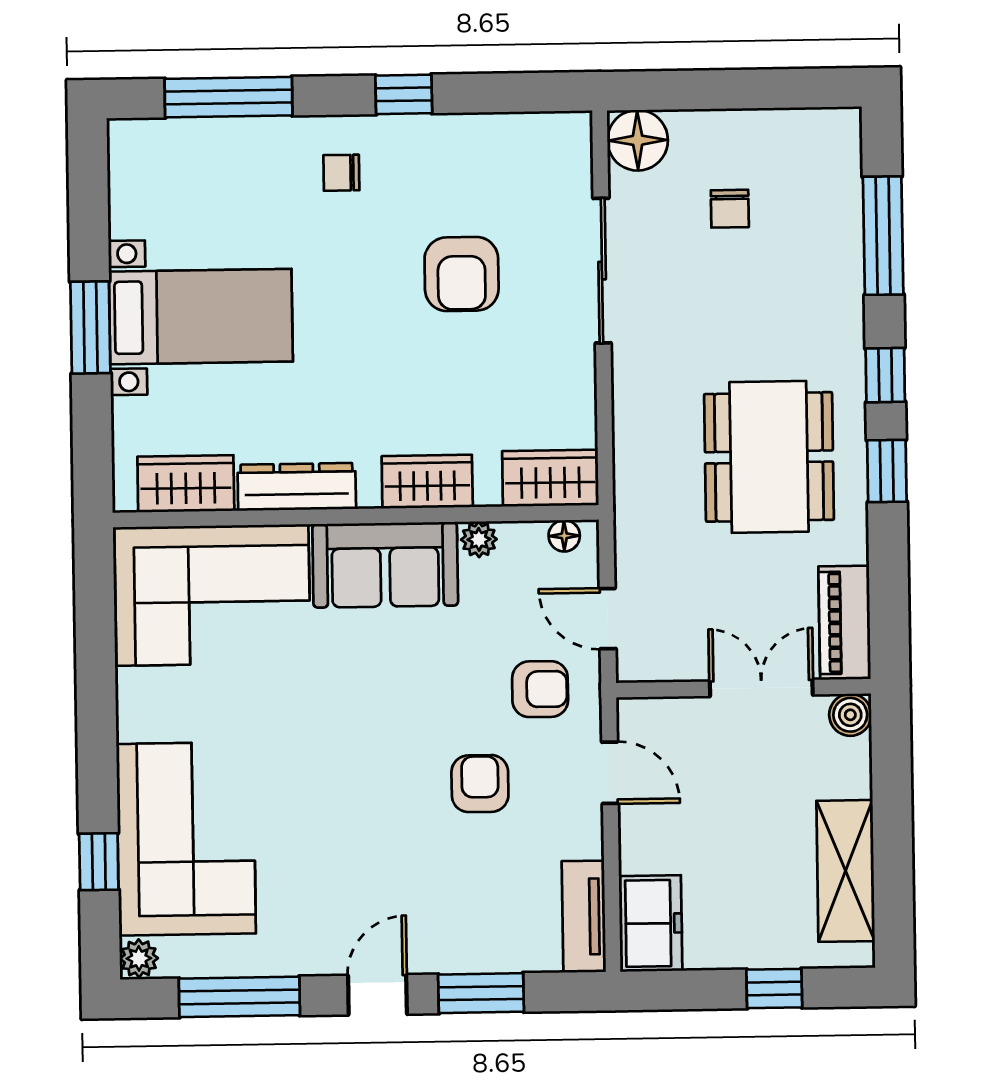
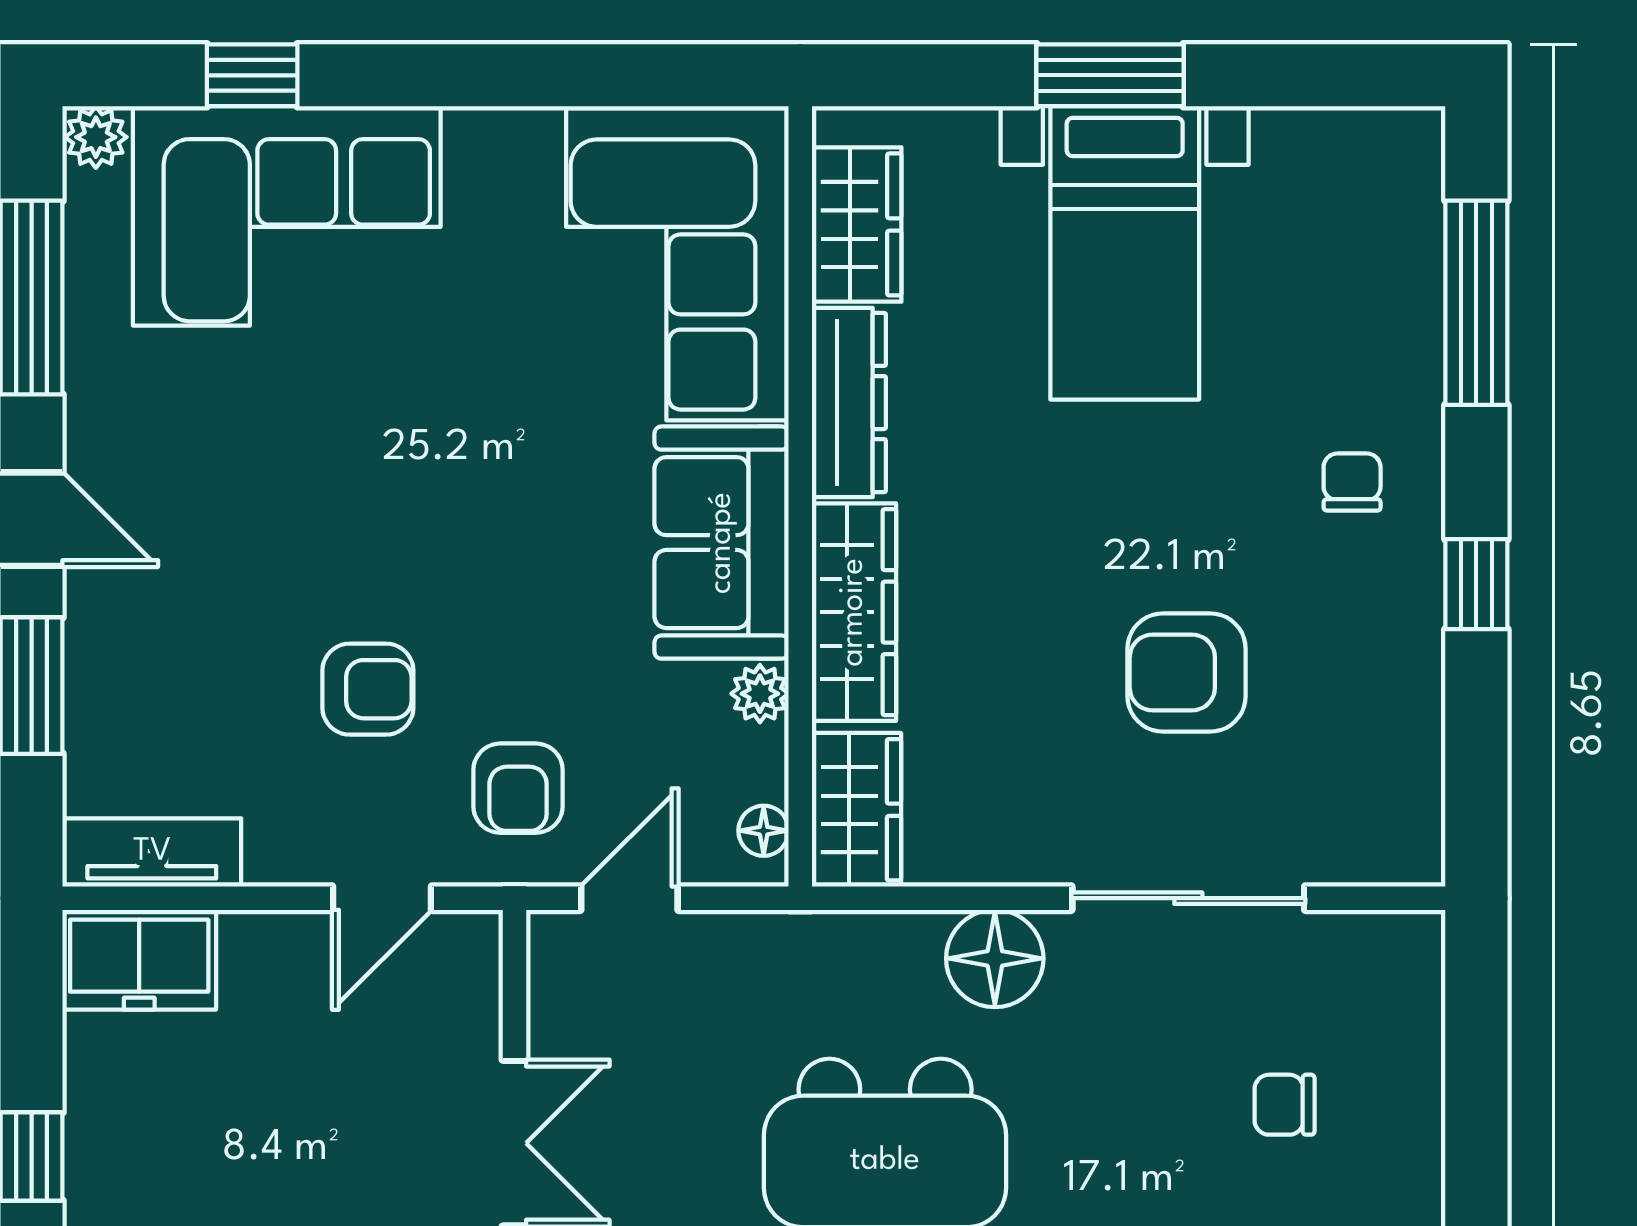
floor lamp: (638, 140) -> (995, 958), moved
wardrobe: (427, 482) -> (854, 612), width x1.50

